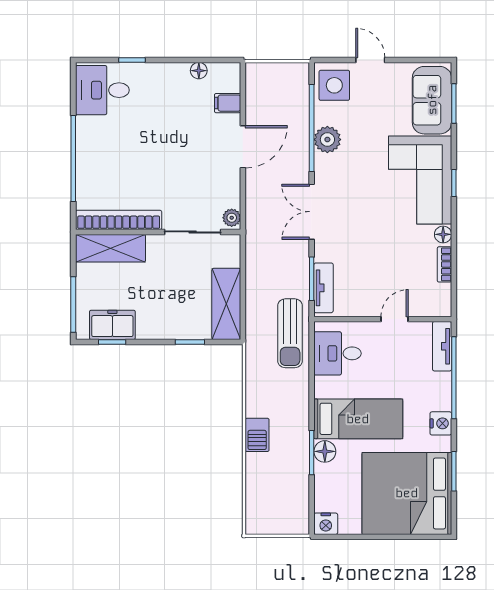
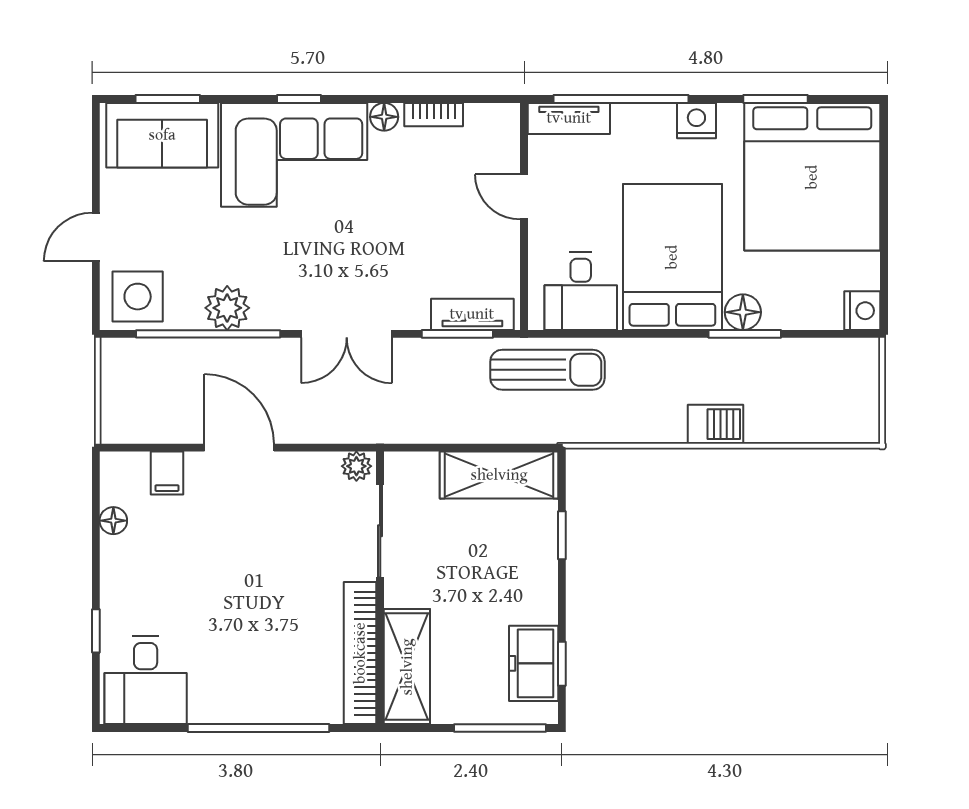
bed: (358, 419) -> (672, 257), width x1.50

